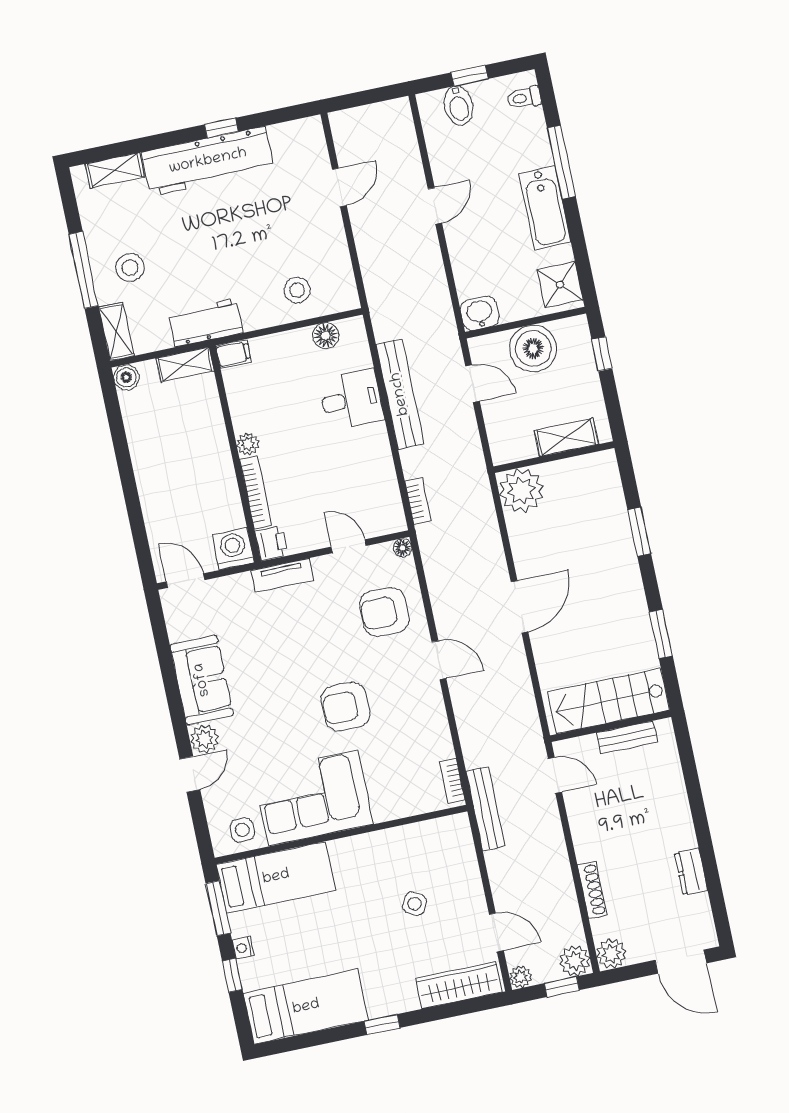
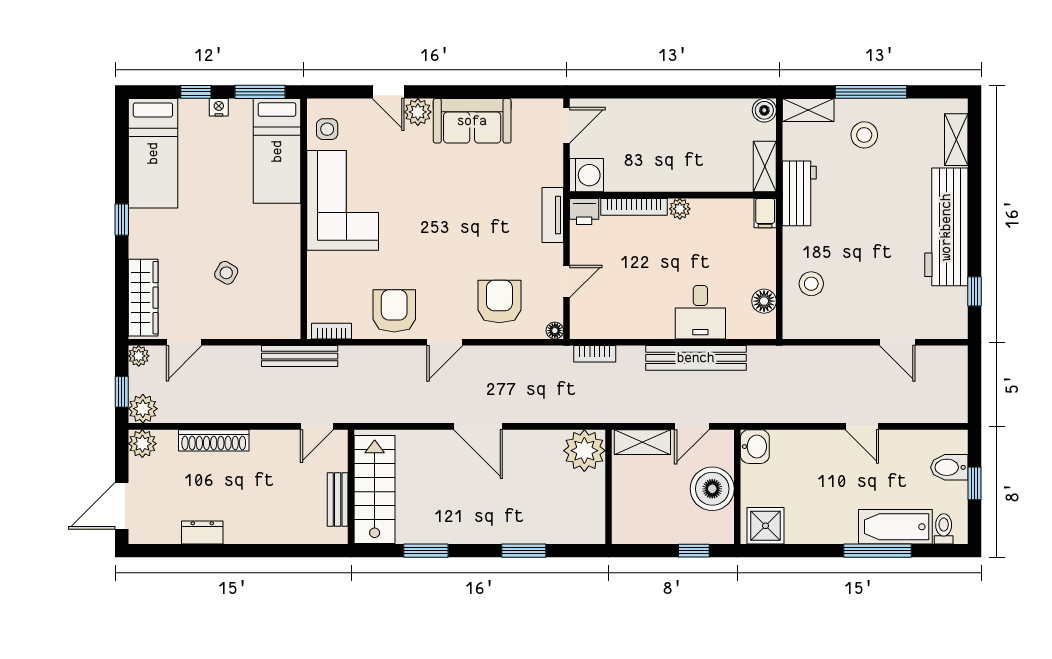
window: (221, 128) -> (975, 291), moved
bathtub: (545, 208) -> (895, 527), moved
shelving: (566, 437) -> (642, 442), moved, turned 90
armchair: (346, 707) -> (394, 311), moved
shoe rack: (592, 890) -> (214, 440), width x1.36, depth x1.24

